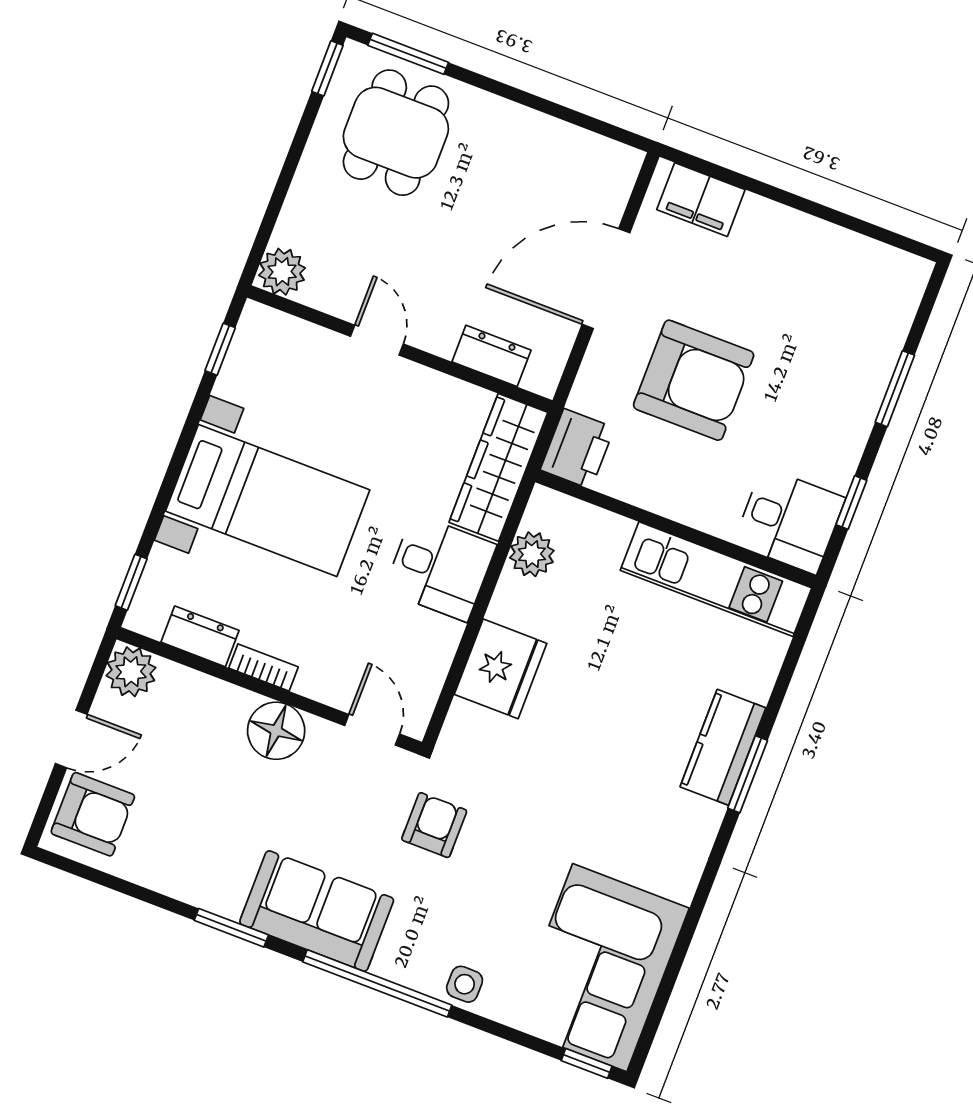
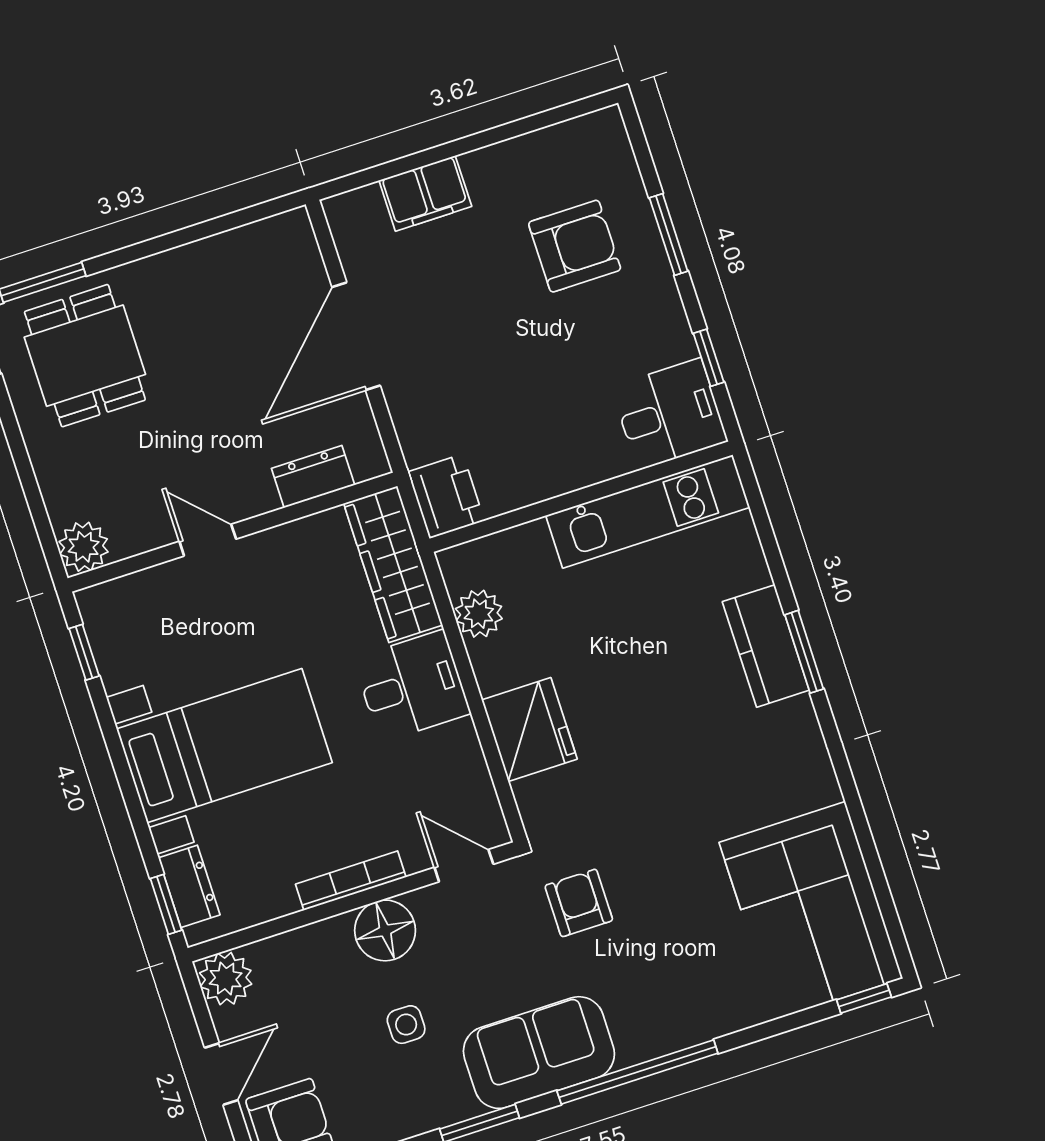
filing cabinet: (701, 200) -> (425, 193), moved
armchair: (694, 380) -> (575, 246), moved, width x0.73, depth x0.73
dresser: (200, 636) -> (189, 886), moved, turned 90
bookcase: (263, 667) -> (351, 881), width x1.56
side table: (465, 984) -> (406, 1025), moved

